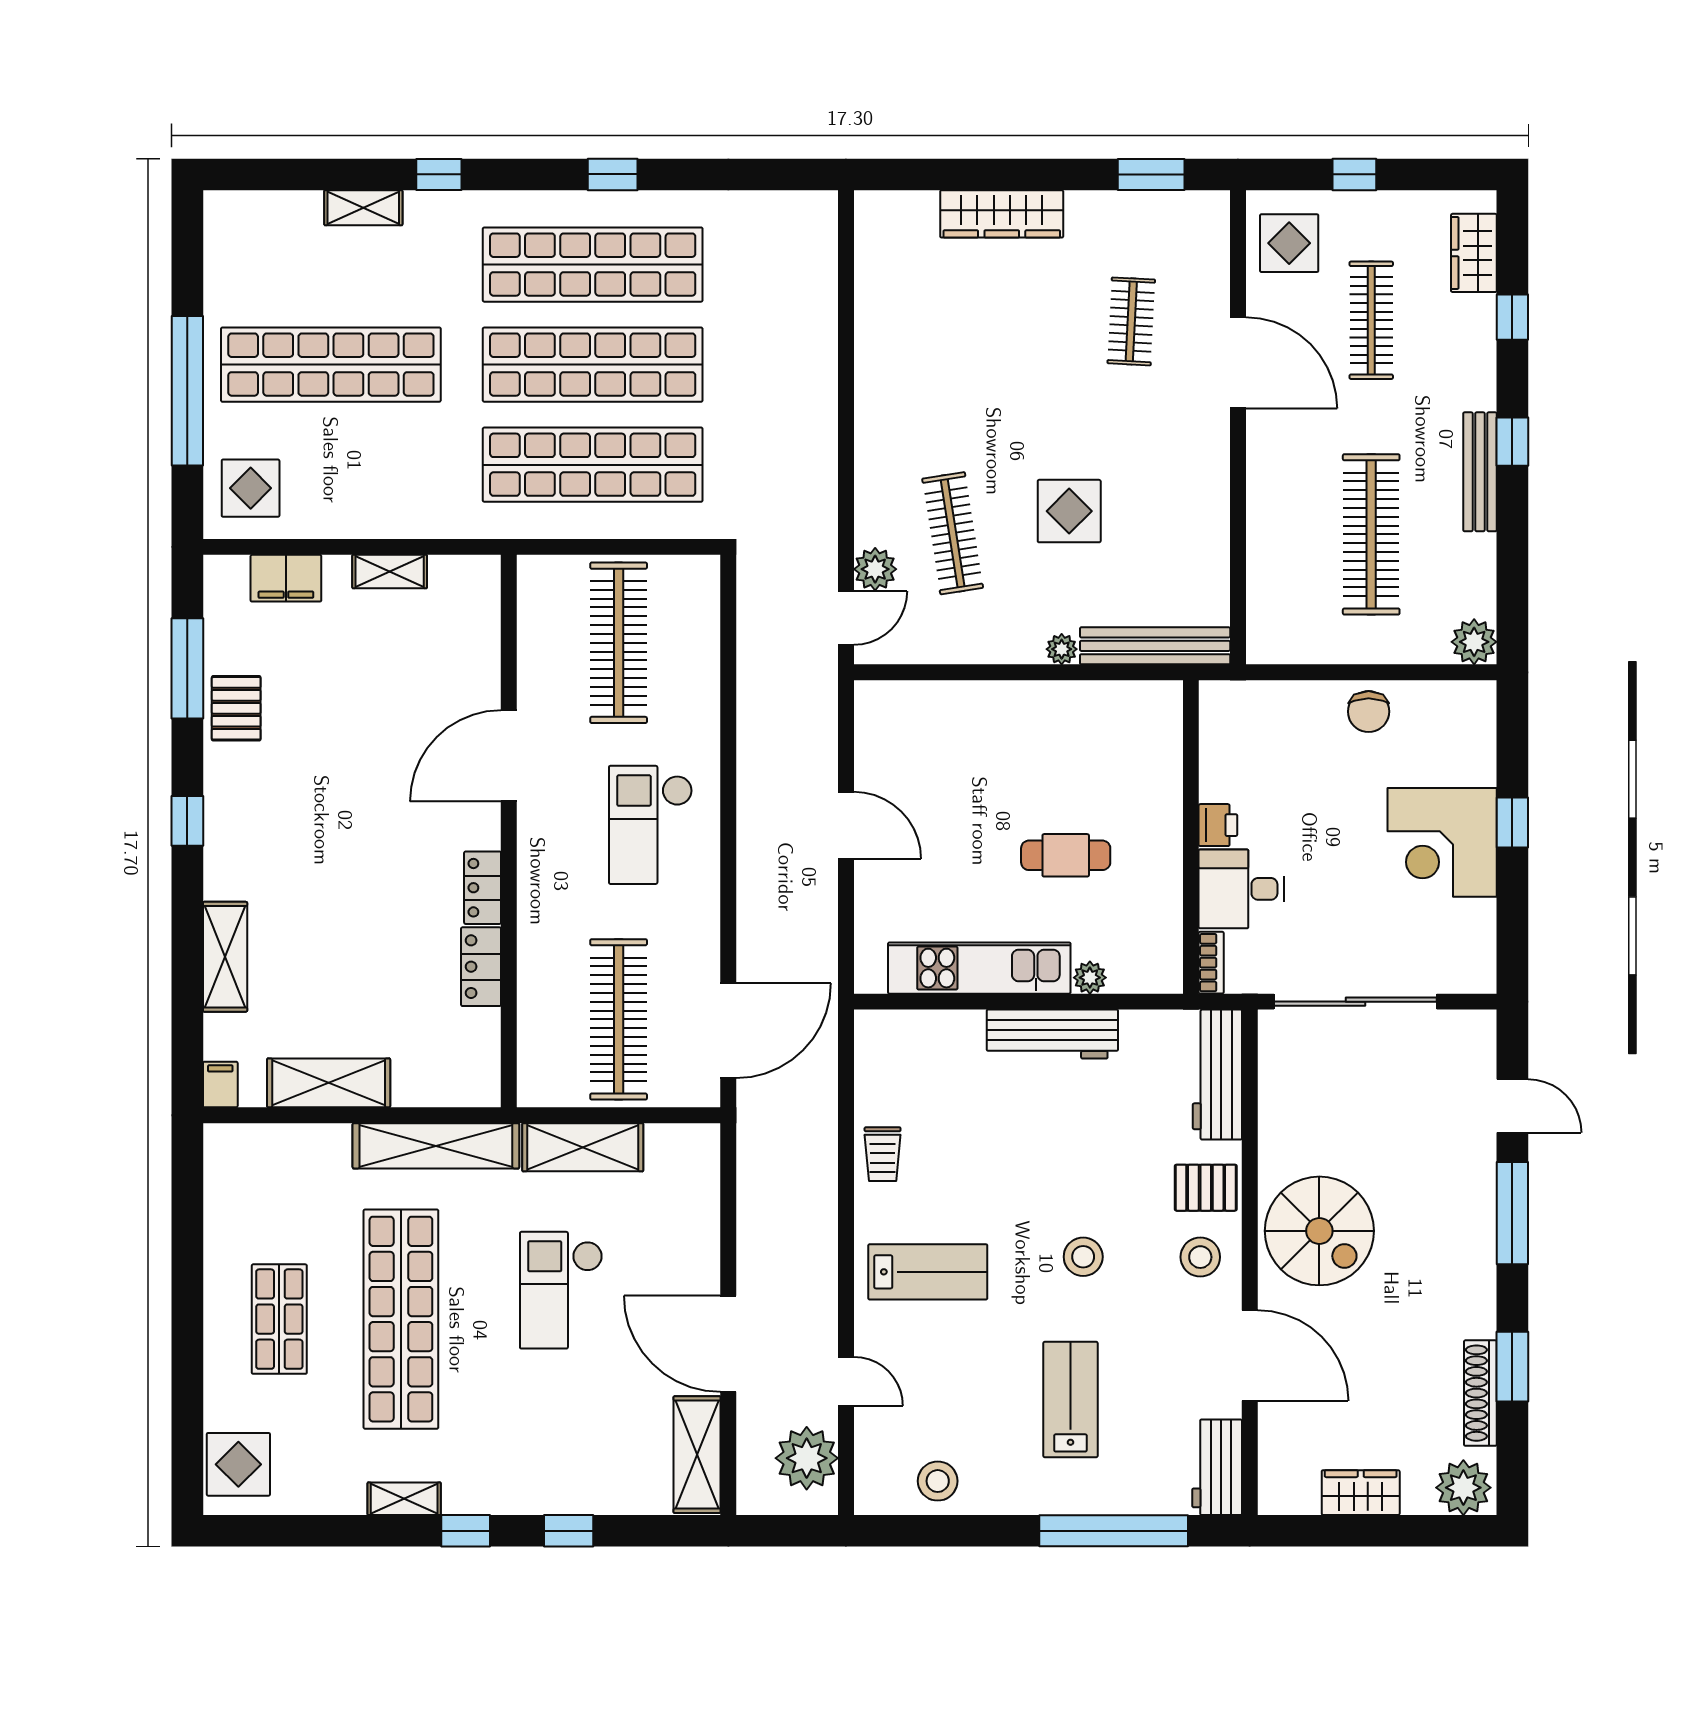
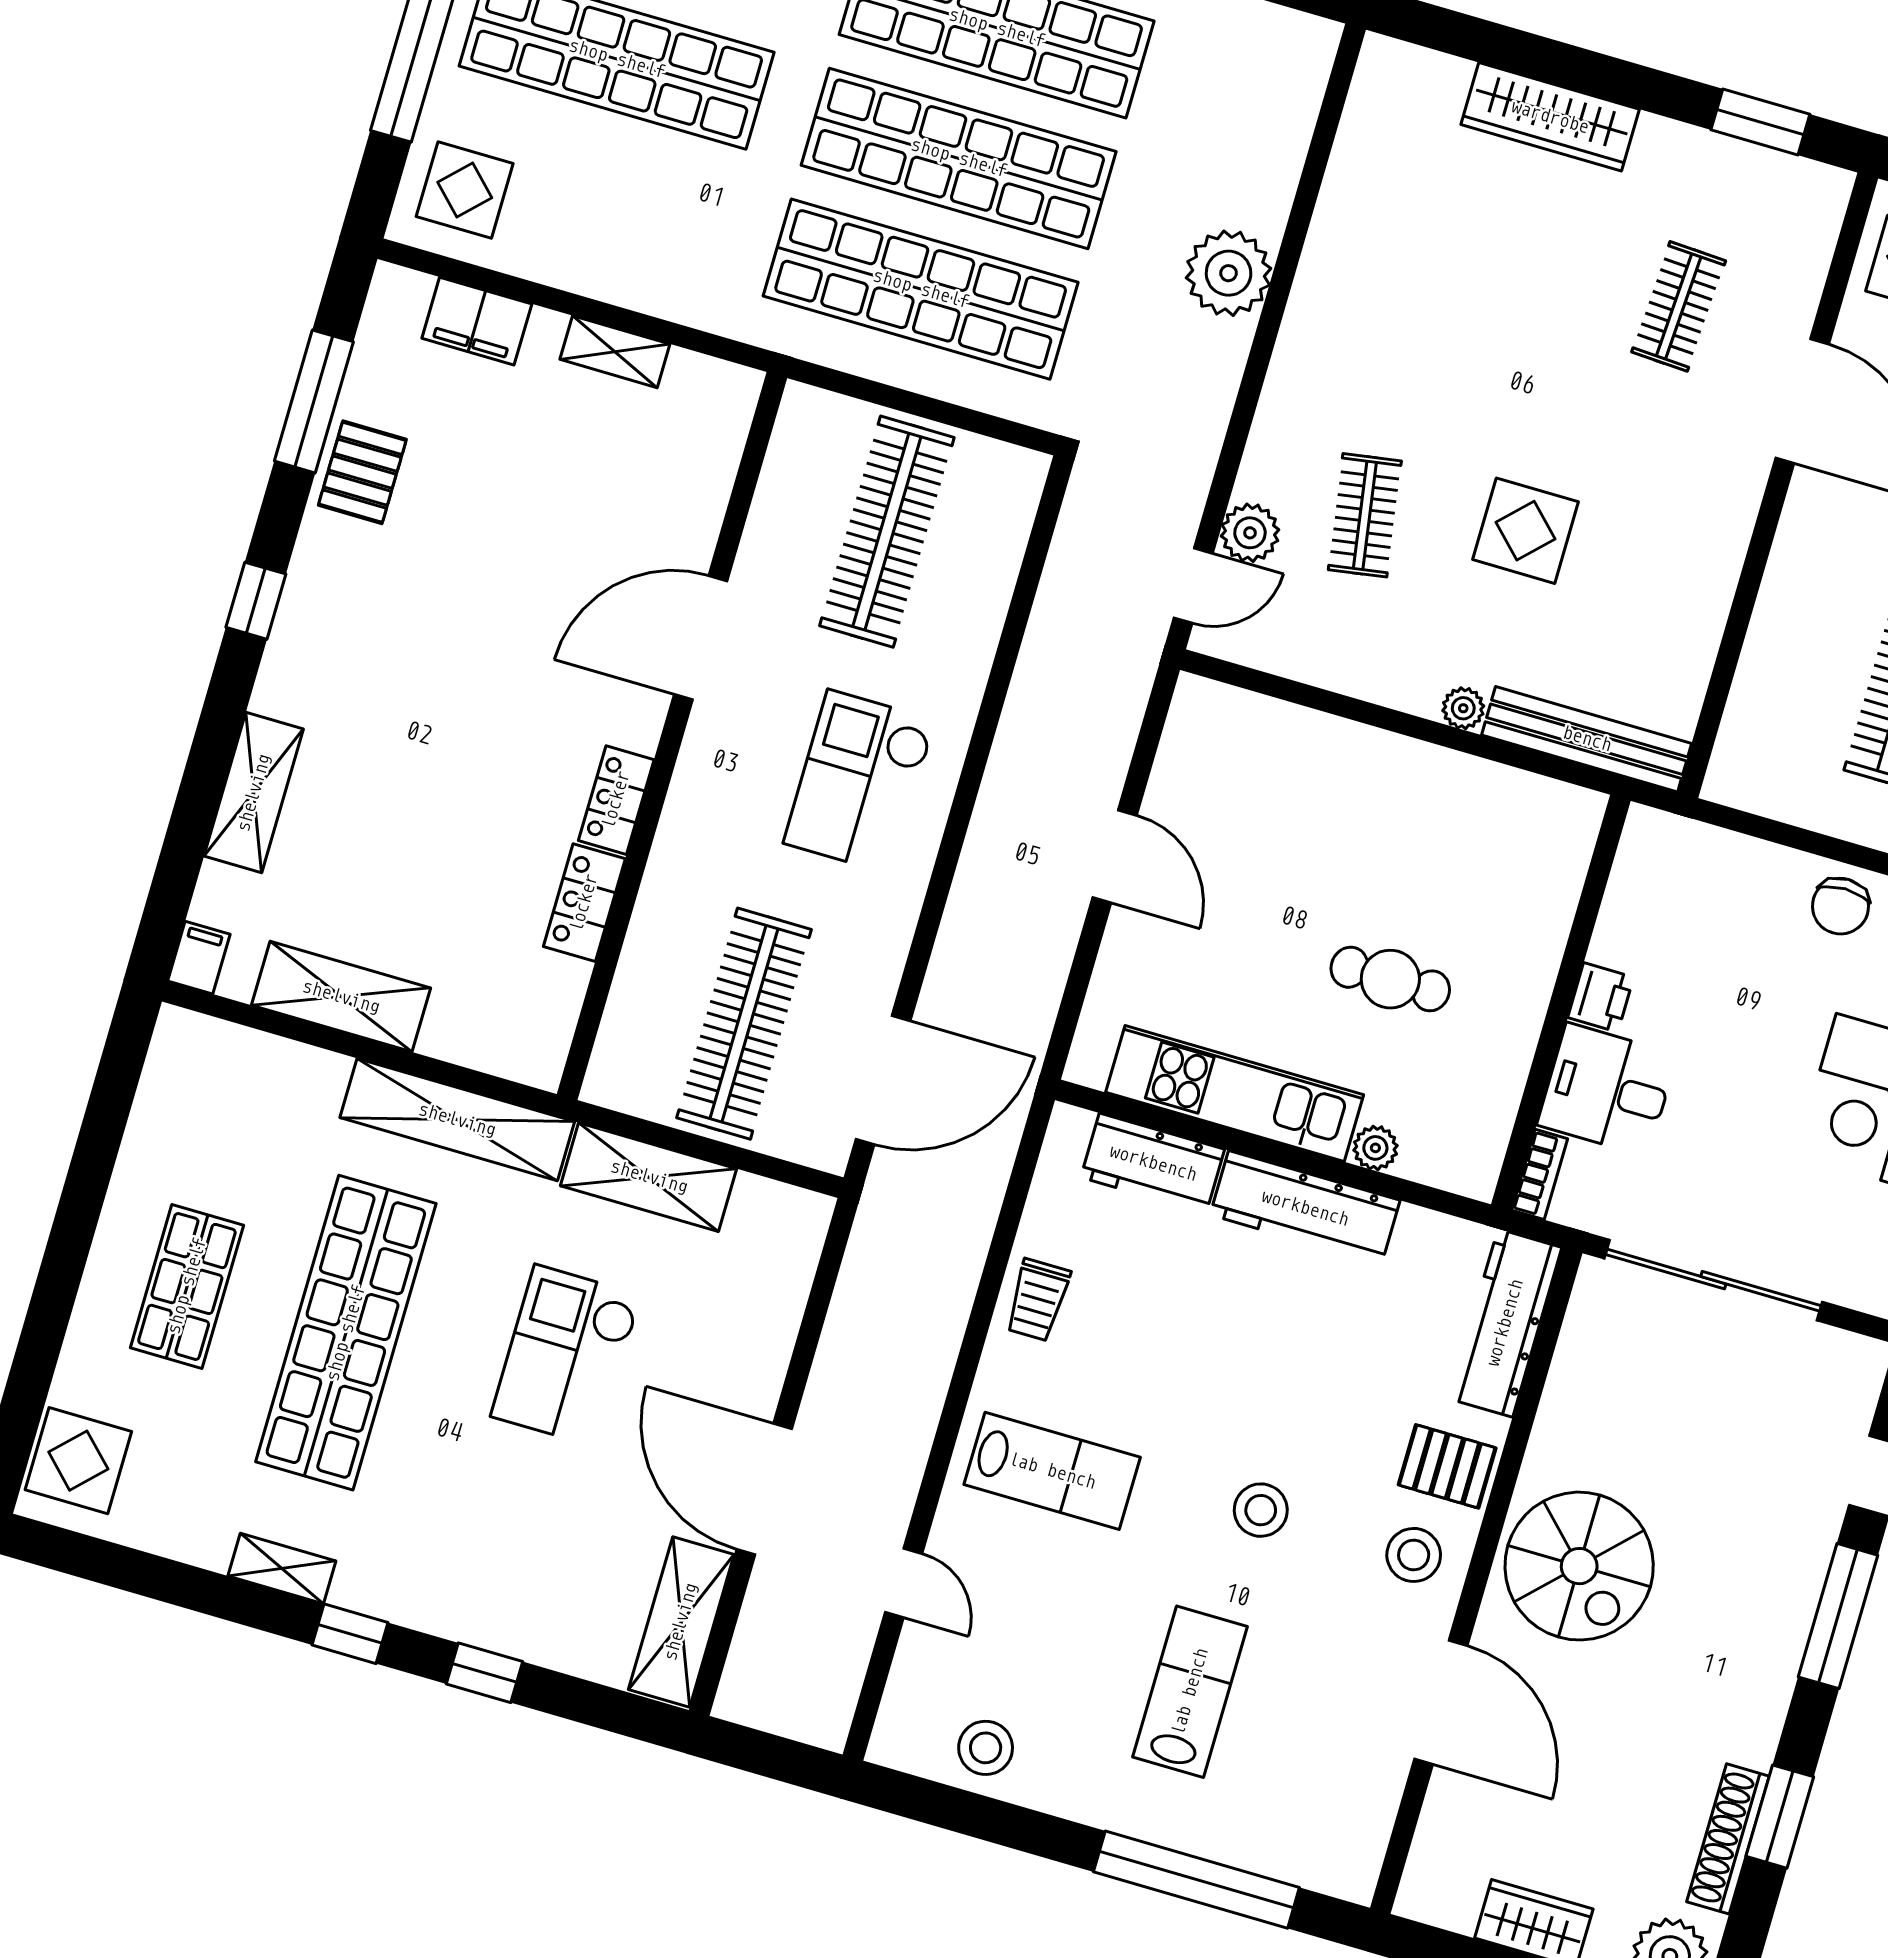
clothes rail: (953, 533) -> (1365, 515), width x0.73
plant: (807, 1458) -> (1229, 273), moved
workbench: (1217, 1467) -> (1153, 1163), moved, turned -90

